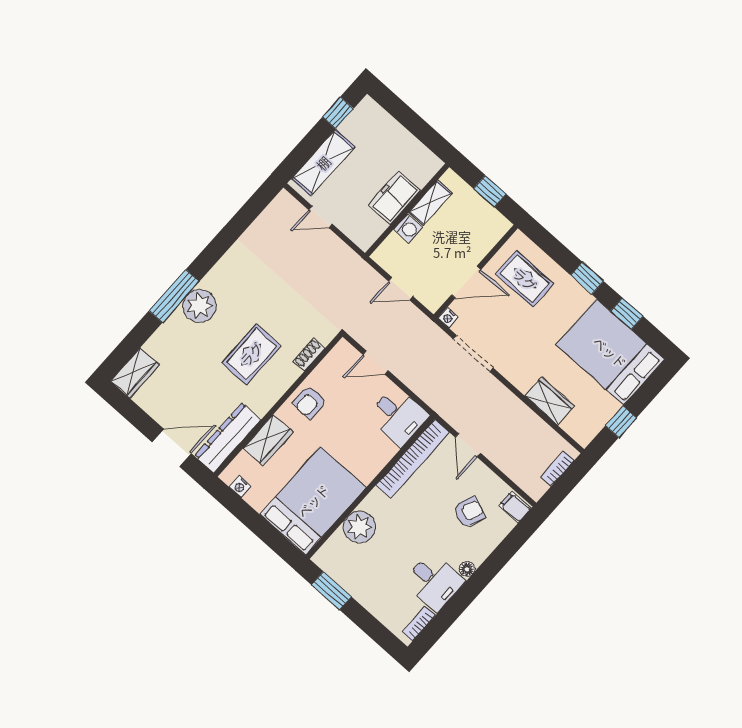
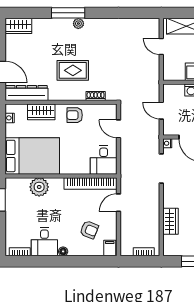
plant: (200, 306) -> (78, 24), width x0.53, depth x0.53

